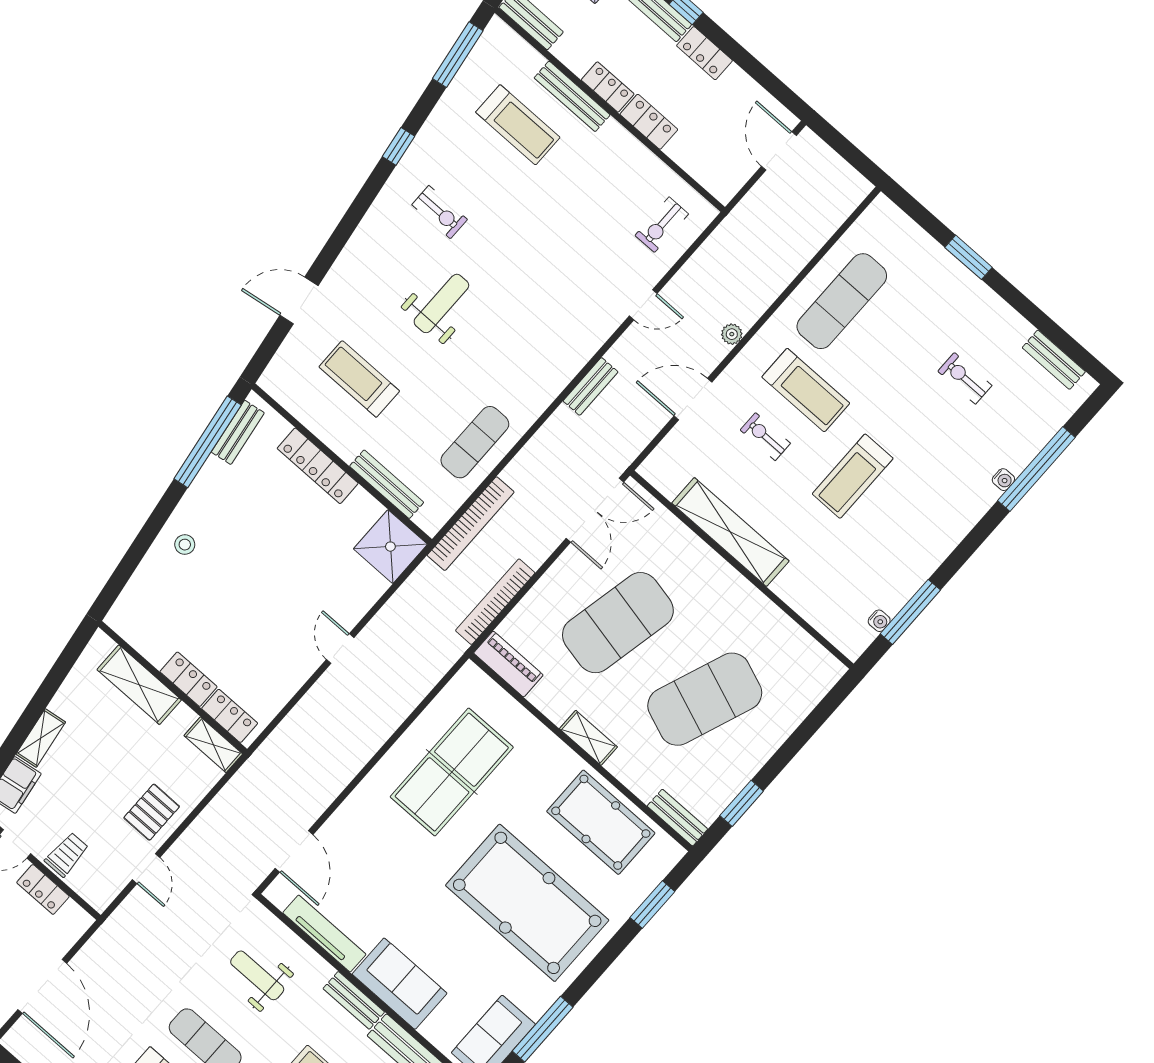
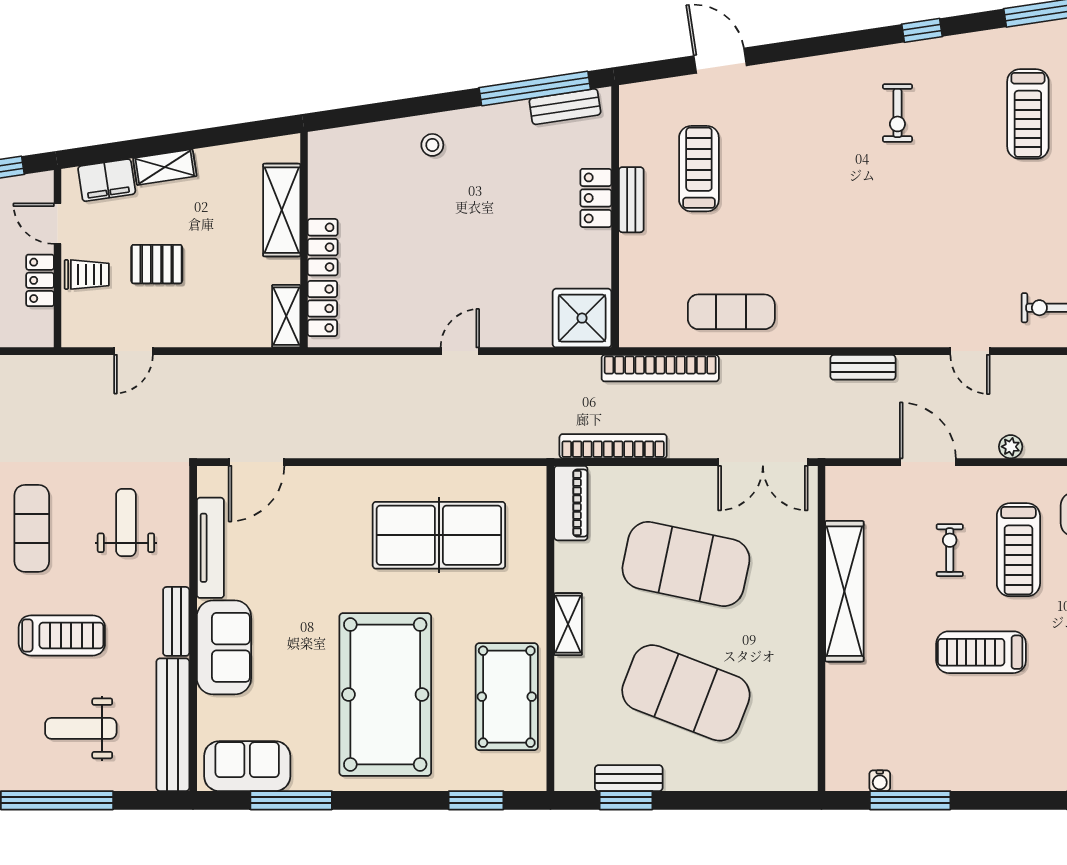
weight bench: (441, 303) -> (822, 182), removed
locker: (318, 466) -> (596, 198), width x0.66
bench: (387, 484) -> (631, 200), moved, width x0.73
pallet: (152, 812) -> (157, 264), moved
bench: (677, 818) -> (629, 778), moved, turned 90

